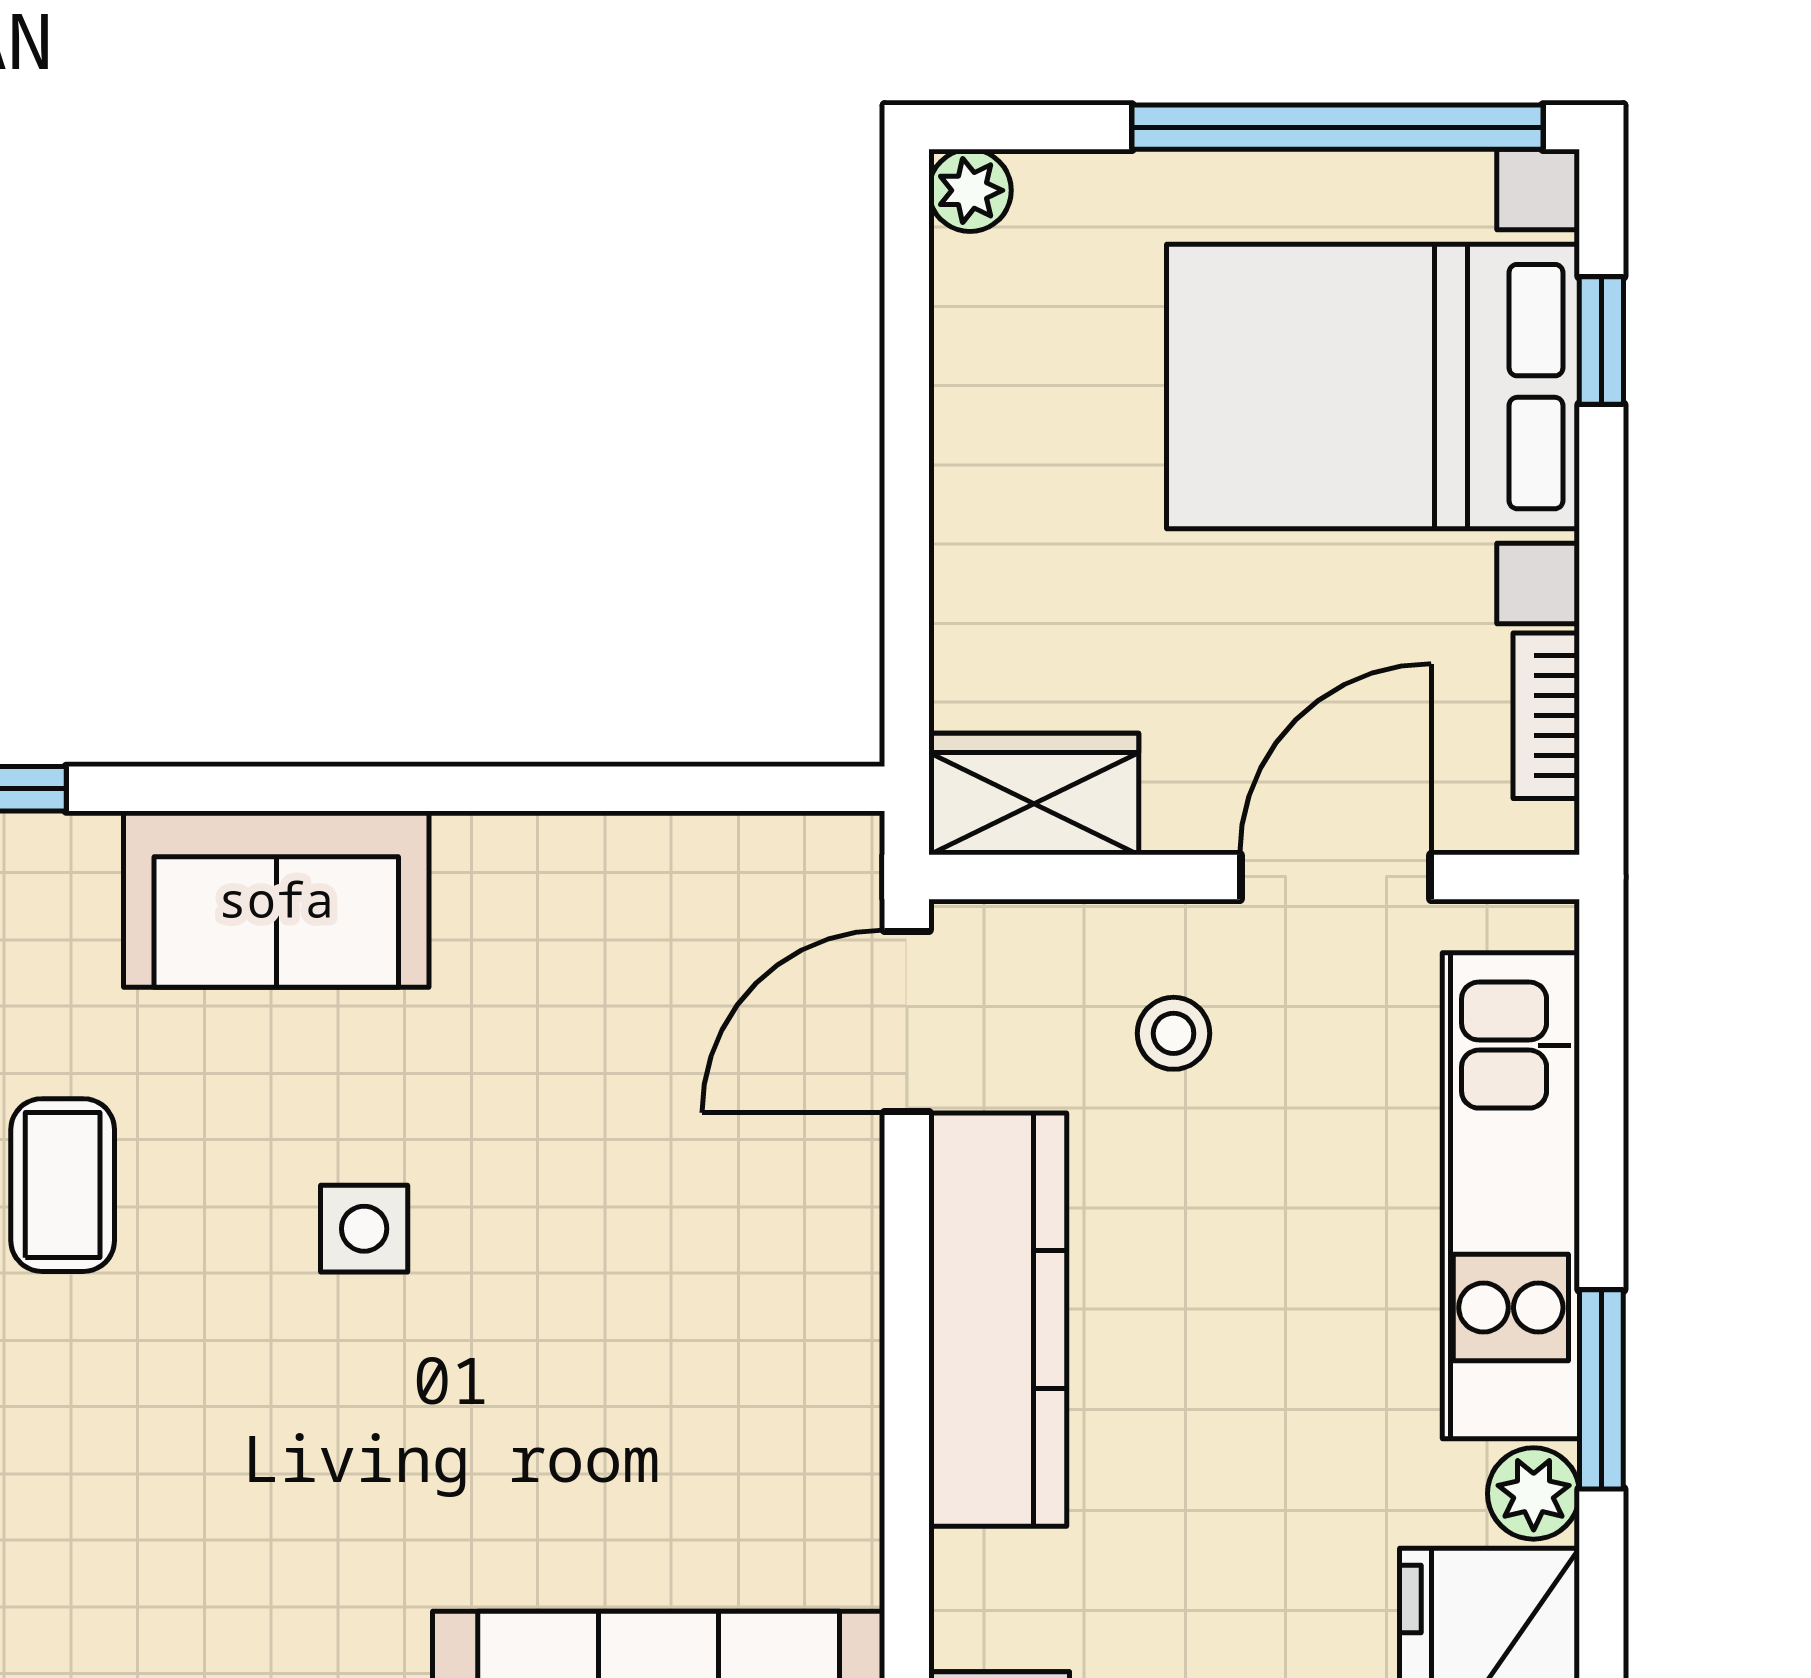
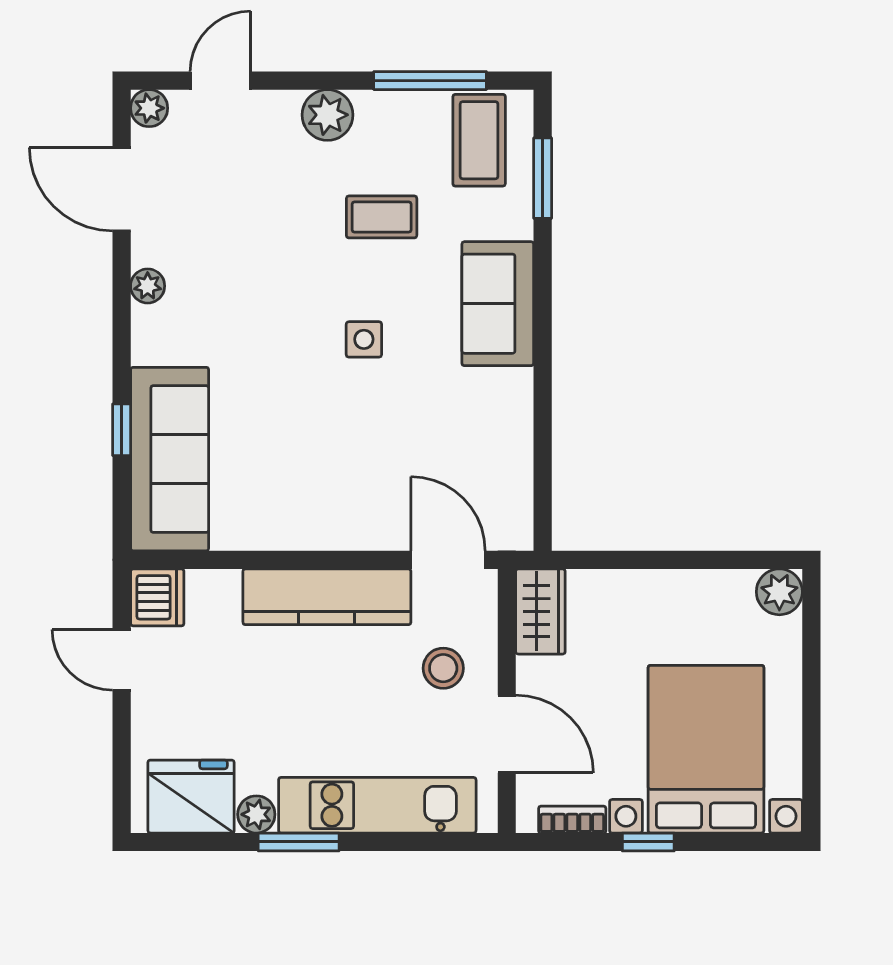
window: (1337, 127) -> (811, 735), removed
plant: (970, 190) -> (779, 592), width x1.38, depth x1.38
window: (1601, 341) -> (648, 842), moved
stool: (1174, 1033) -> (443, 668), width x1.37, depth x1.37

